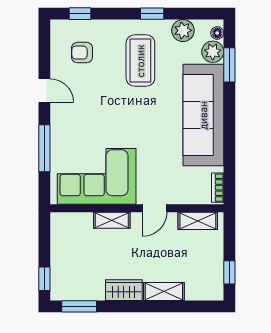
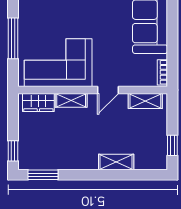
wardrobe: (124, 290) -> (38, 102), moved, turned 180

